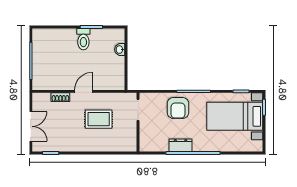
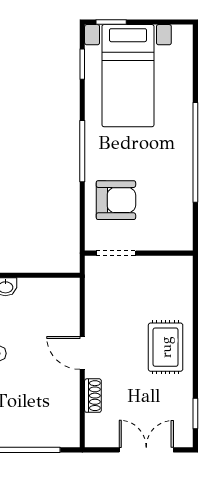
armchair: (178, 108) -> (116, 200), moved
rug: (99, 119) -> (166, 347), moved
dresser: (181, 145) -> (181, 175), removed

